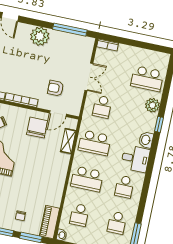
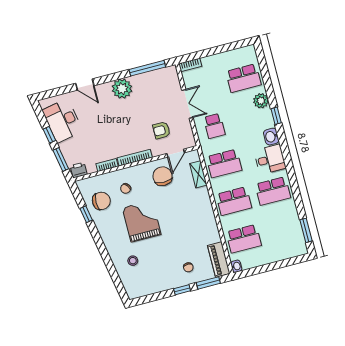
school desk: (124, 187) -> (273, 191), width x1.85
school desk: (79, 215) -> (244, 239), width x1.85
school desk: (117, 223) -> (283, 229), removed

